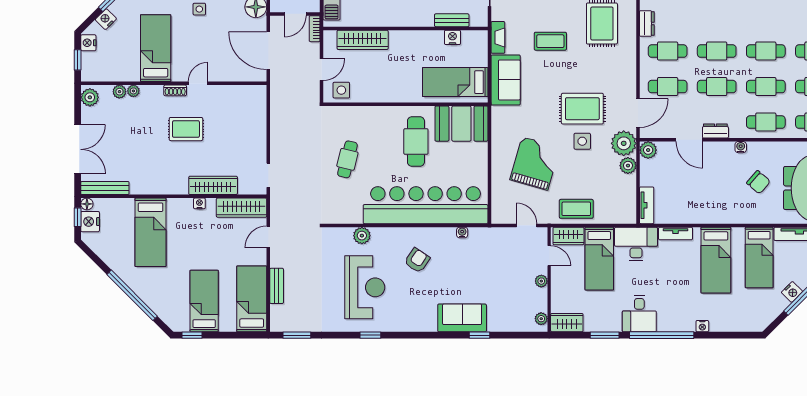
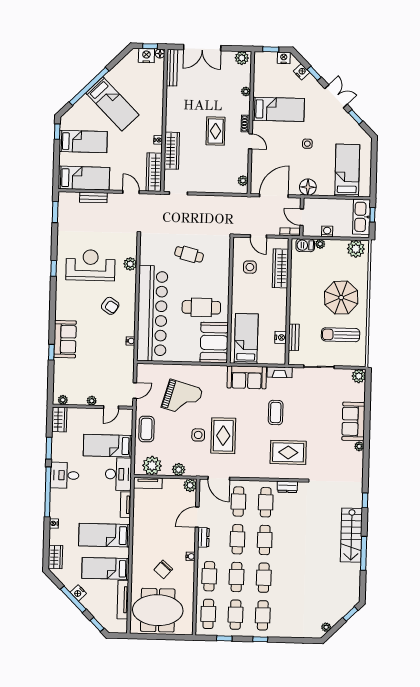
side table: (341, 90) -> (250, 267), moved
plant: (119, 92) -> (243, 181), moved
plant: (624, 143) -> (152, 466), moved
bed: (151, 232) -> (112, 104), moved, turned -135
wardrobe: (568, 236) -> (55, 557), moved, turned 180
reception desk: (365, 287) -> (90, 265), turned 180

